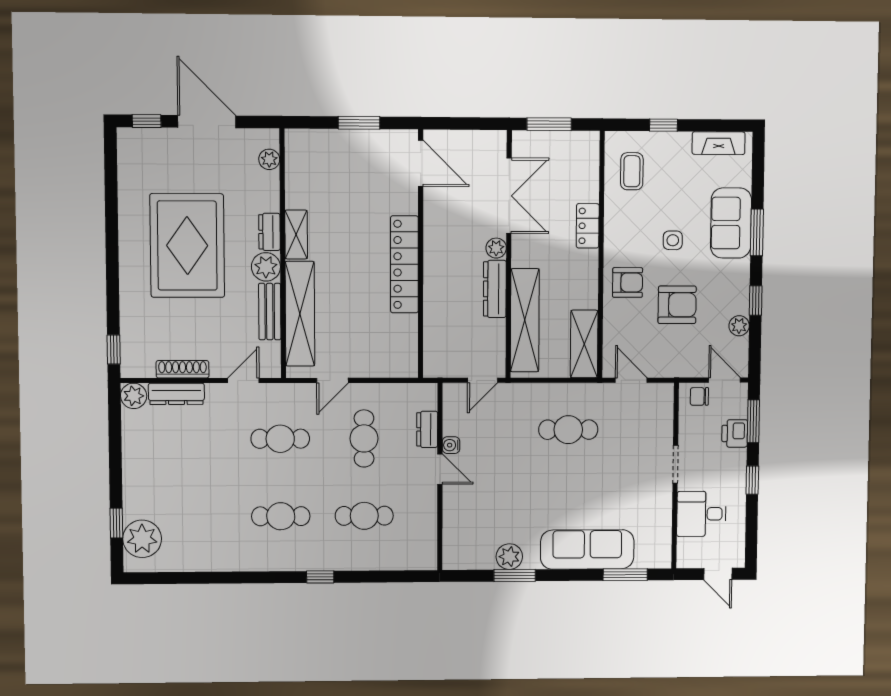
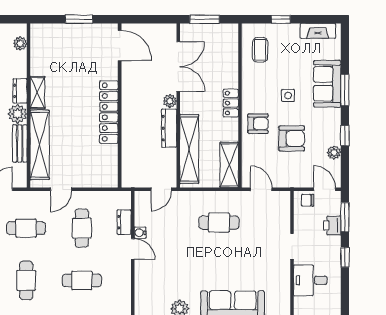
locker: (588, 226) -> (231, 103), moved
cafe table: (281, 516) -> (26, 280), turned 90

